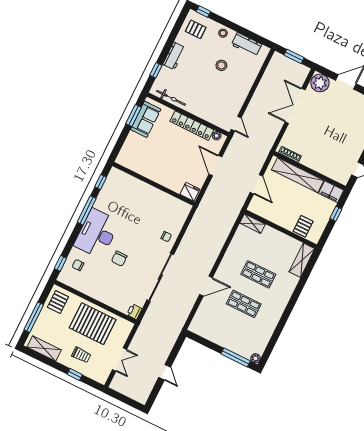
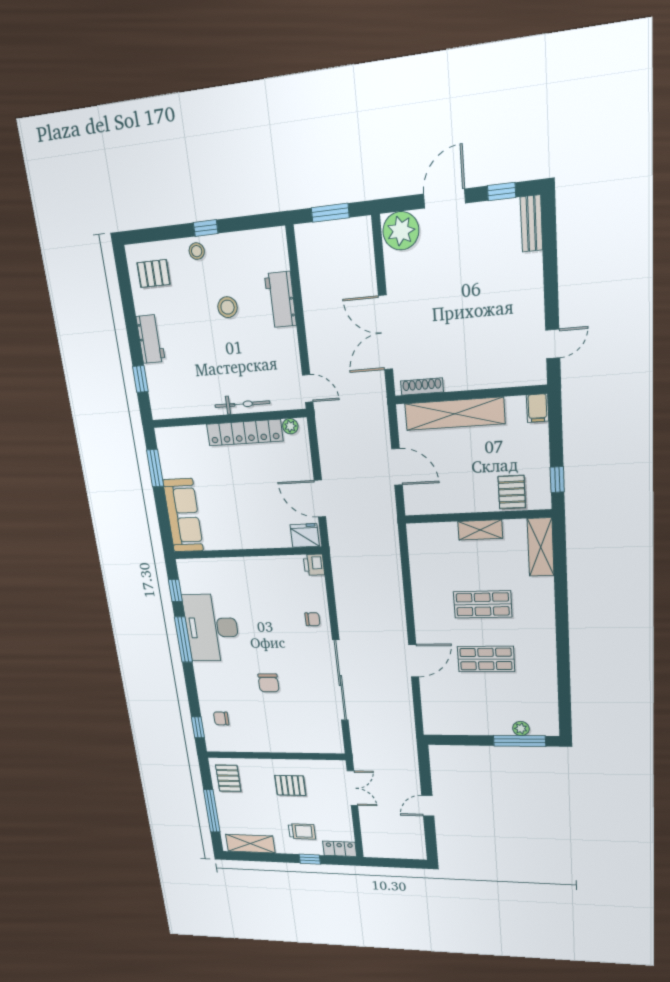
window: (203, 12) -> (206, 228), moved
workbench: (247, 45) -> (280, 300), moved, turned 90
bicycle: (171, 98) -> (242, 404), moved
double door: (295, 106) -> (386, 333), moved
sofa: (146, 119) -> (183, 515), moved, width x1.36
door: (215, 166) -> (320, 499), moved
filing cabinet: (331, 192) -> (538, 408), width x0.50
window: (336, 214) -> (557, 480), moved
shelving: (253, 224) -> (480, 530), moved
desk: (97, 233) -> (212, 628), moved
printer: (134, 312) -> (314, 565), moved
pallet: (93, 324) -> (290, 785), width x0.49, depth x0.50
plant: (255, 358) -> (521, 728), moved
double door: (120, 359) -> (352, 788), moved
door: (165, 372) -> (428, 806), swing flipped
locker: (97, 376) -> (340, 849), added

